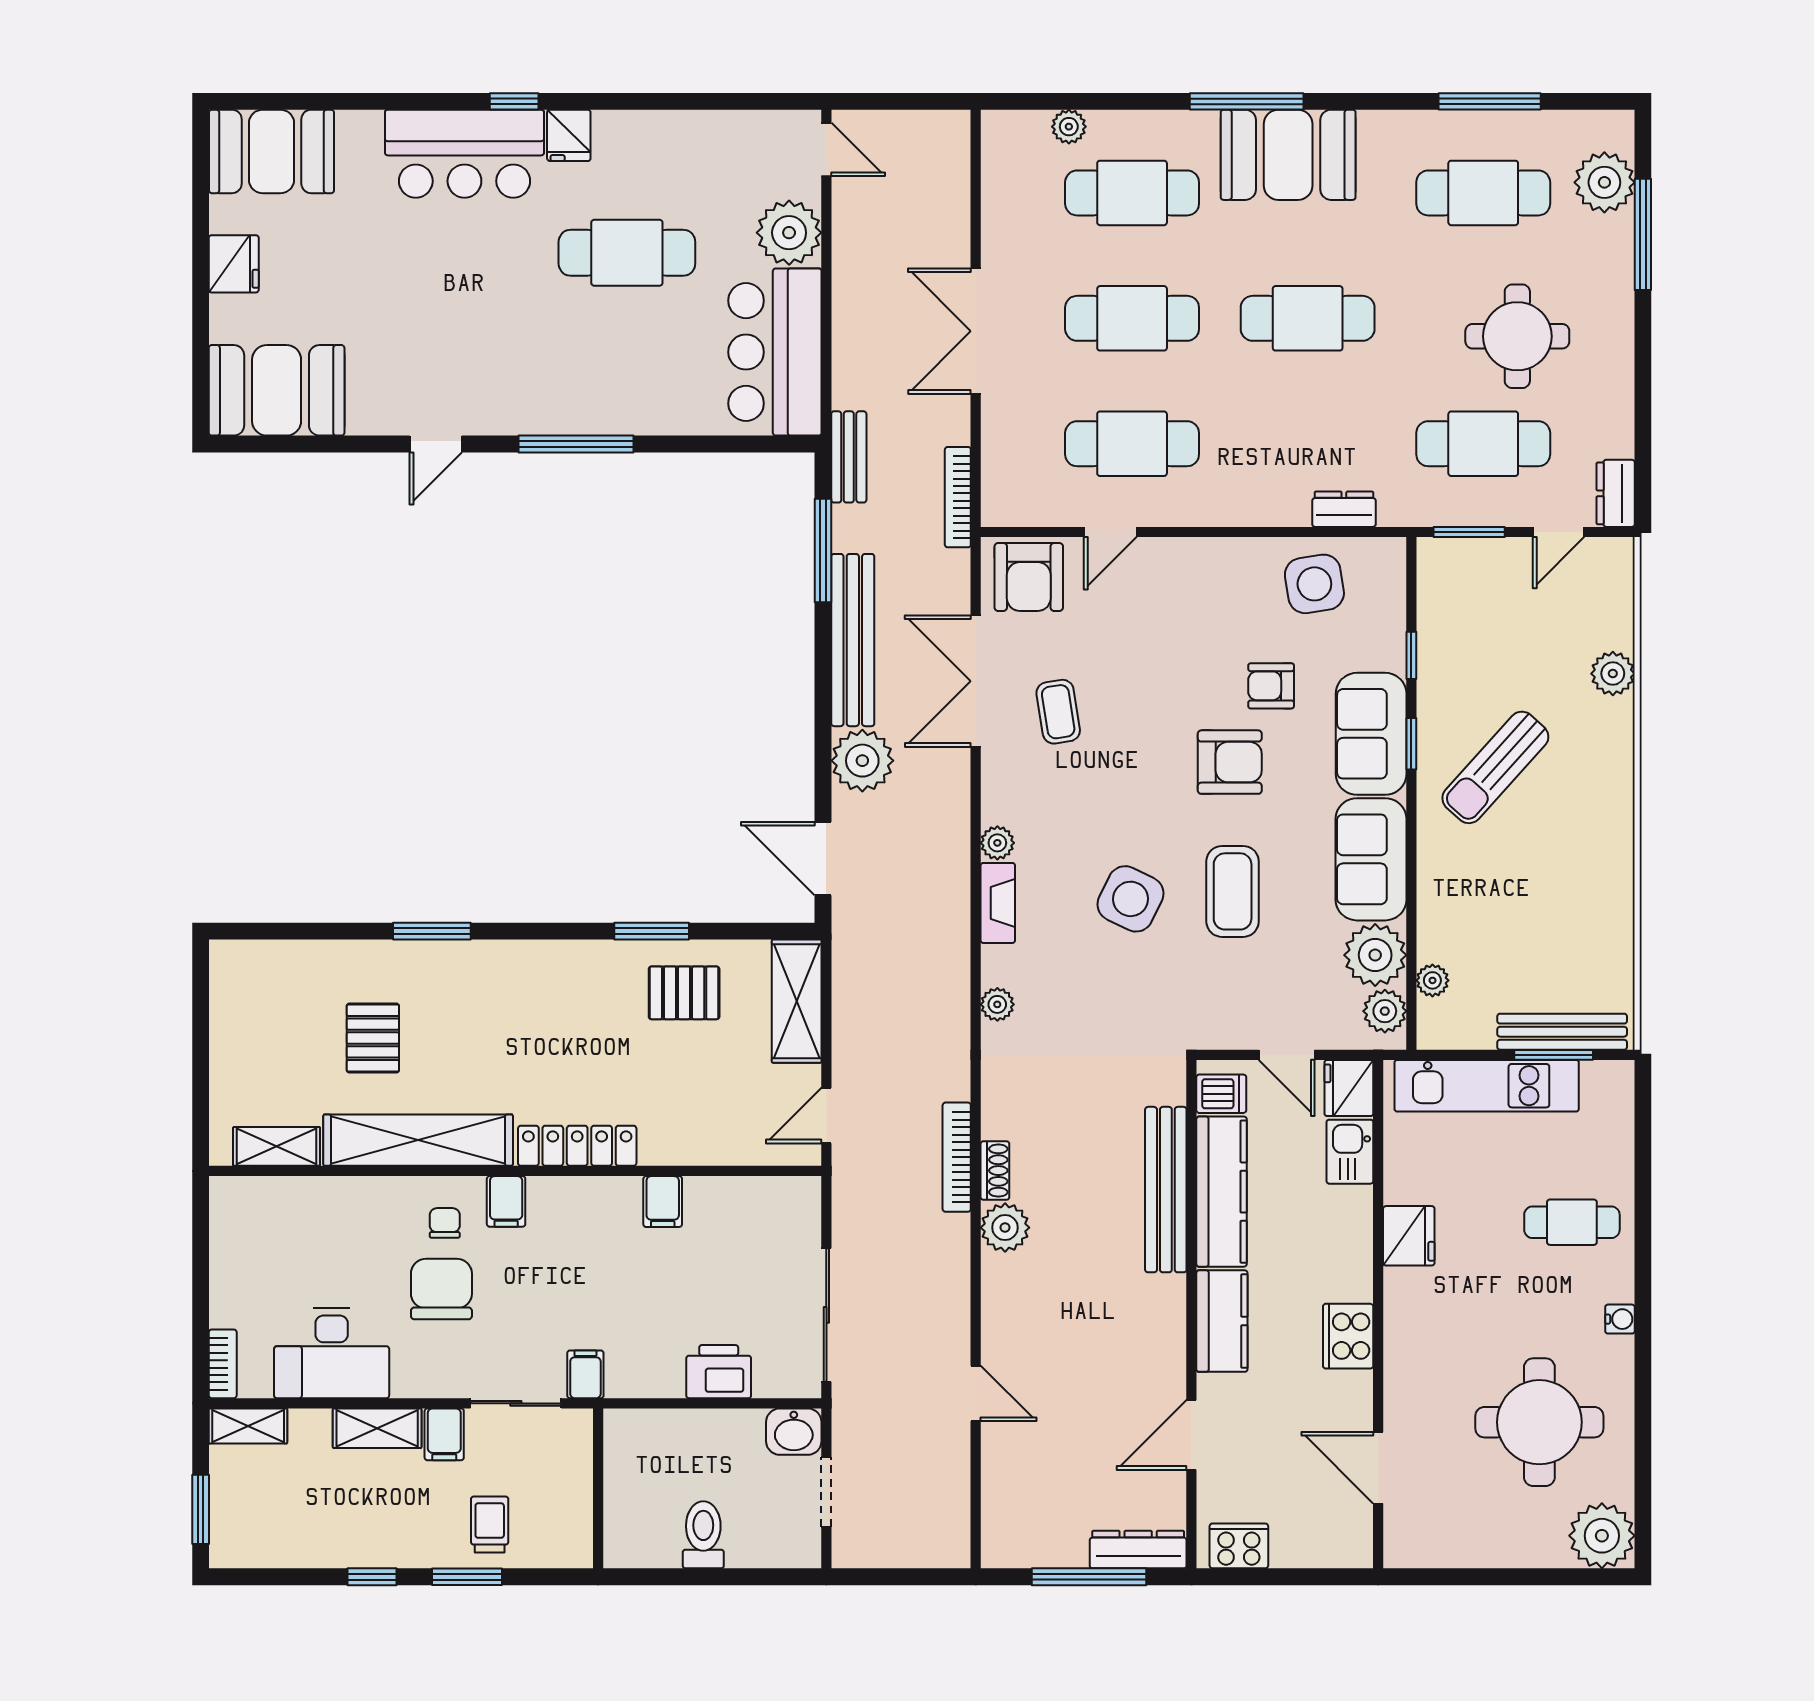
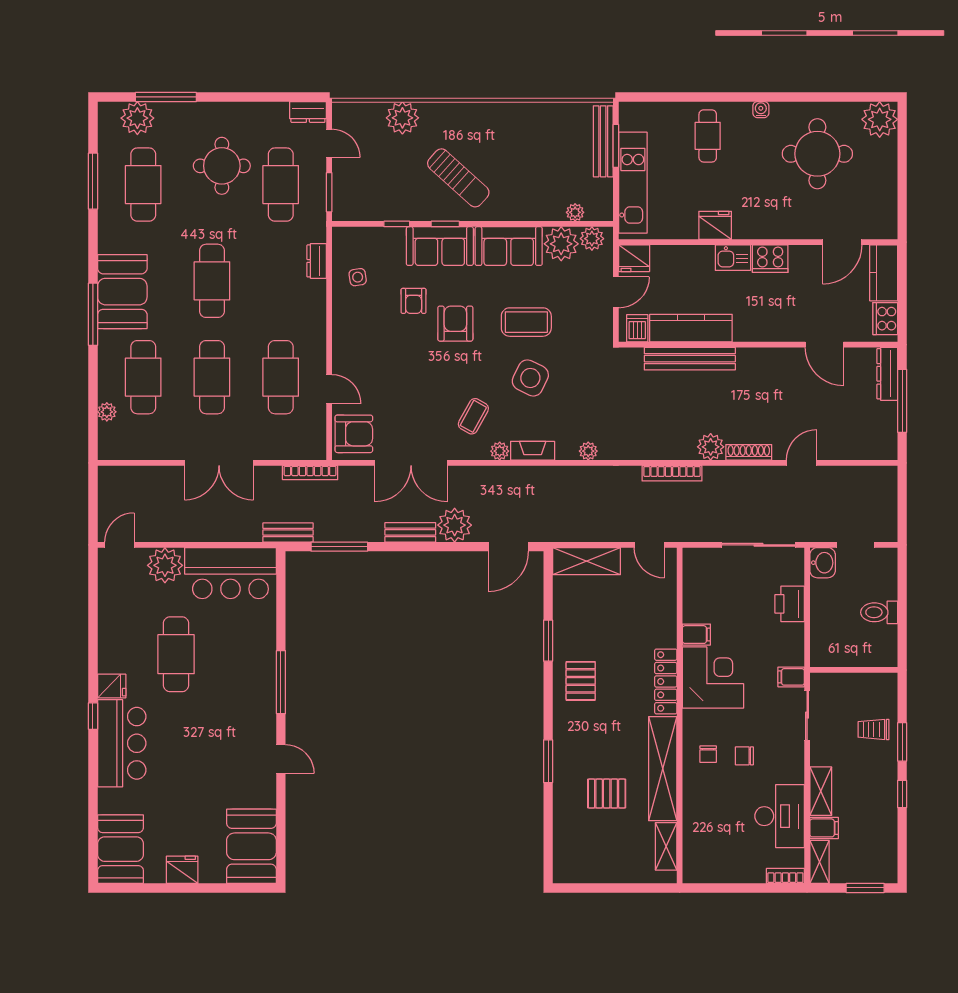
side table: (1314, 584) -> (358, 277), width x0.54, depth x0.54
bench: (853, 640) -> (410, 532), width x0.54, depth x0.82
plant: (1613, 674) -> (402, 118), width x1.36, depth x1.36
coffee table: (1058, 712) -> (473, 416), moved, turned -52
pallet: (684, 993) -> (581, 681), moved
kitchen sink: (1350, 1152) -> (733, 258), moved
shoe rack: (995, 1171) -> (749, 452), moved, width x1.43
filing cabinet: (506, 1201) -> (696, 720), removed
chair: (445, 1223) -> (708, 754), turned -90
corner desk: (584, 1232) -> (713, 678), added
chair: (441, 1289) -> (744, 756), width x0.54, depth x0.54
kitchen counter: (1222, 1321) -> (884, 273), moved, turned -90
filing cabinet: (444, 1434) -> (824, 828), moved

